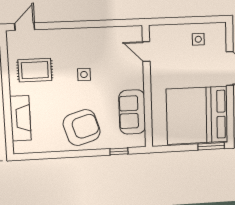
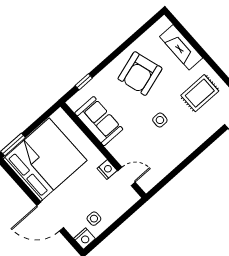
nightstand: (218, 30) -> (84, 239), added
nightstand: (157, 69) -> (107, 170), added
armchair: (82, 128) -> (140, 74), moved

